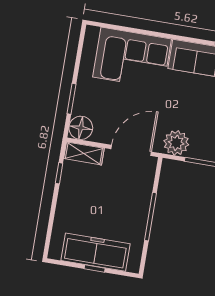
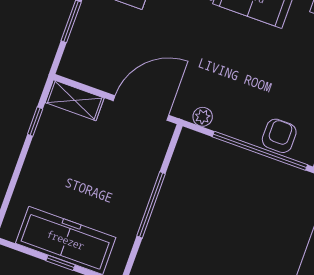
floor lamp: (81, 128) -> (77, 64), removed
plant: (176, 143) -> (203, 117), width x0.53, depth x0.53

